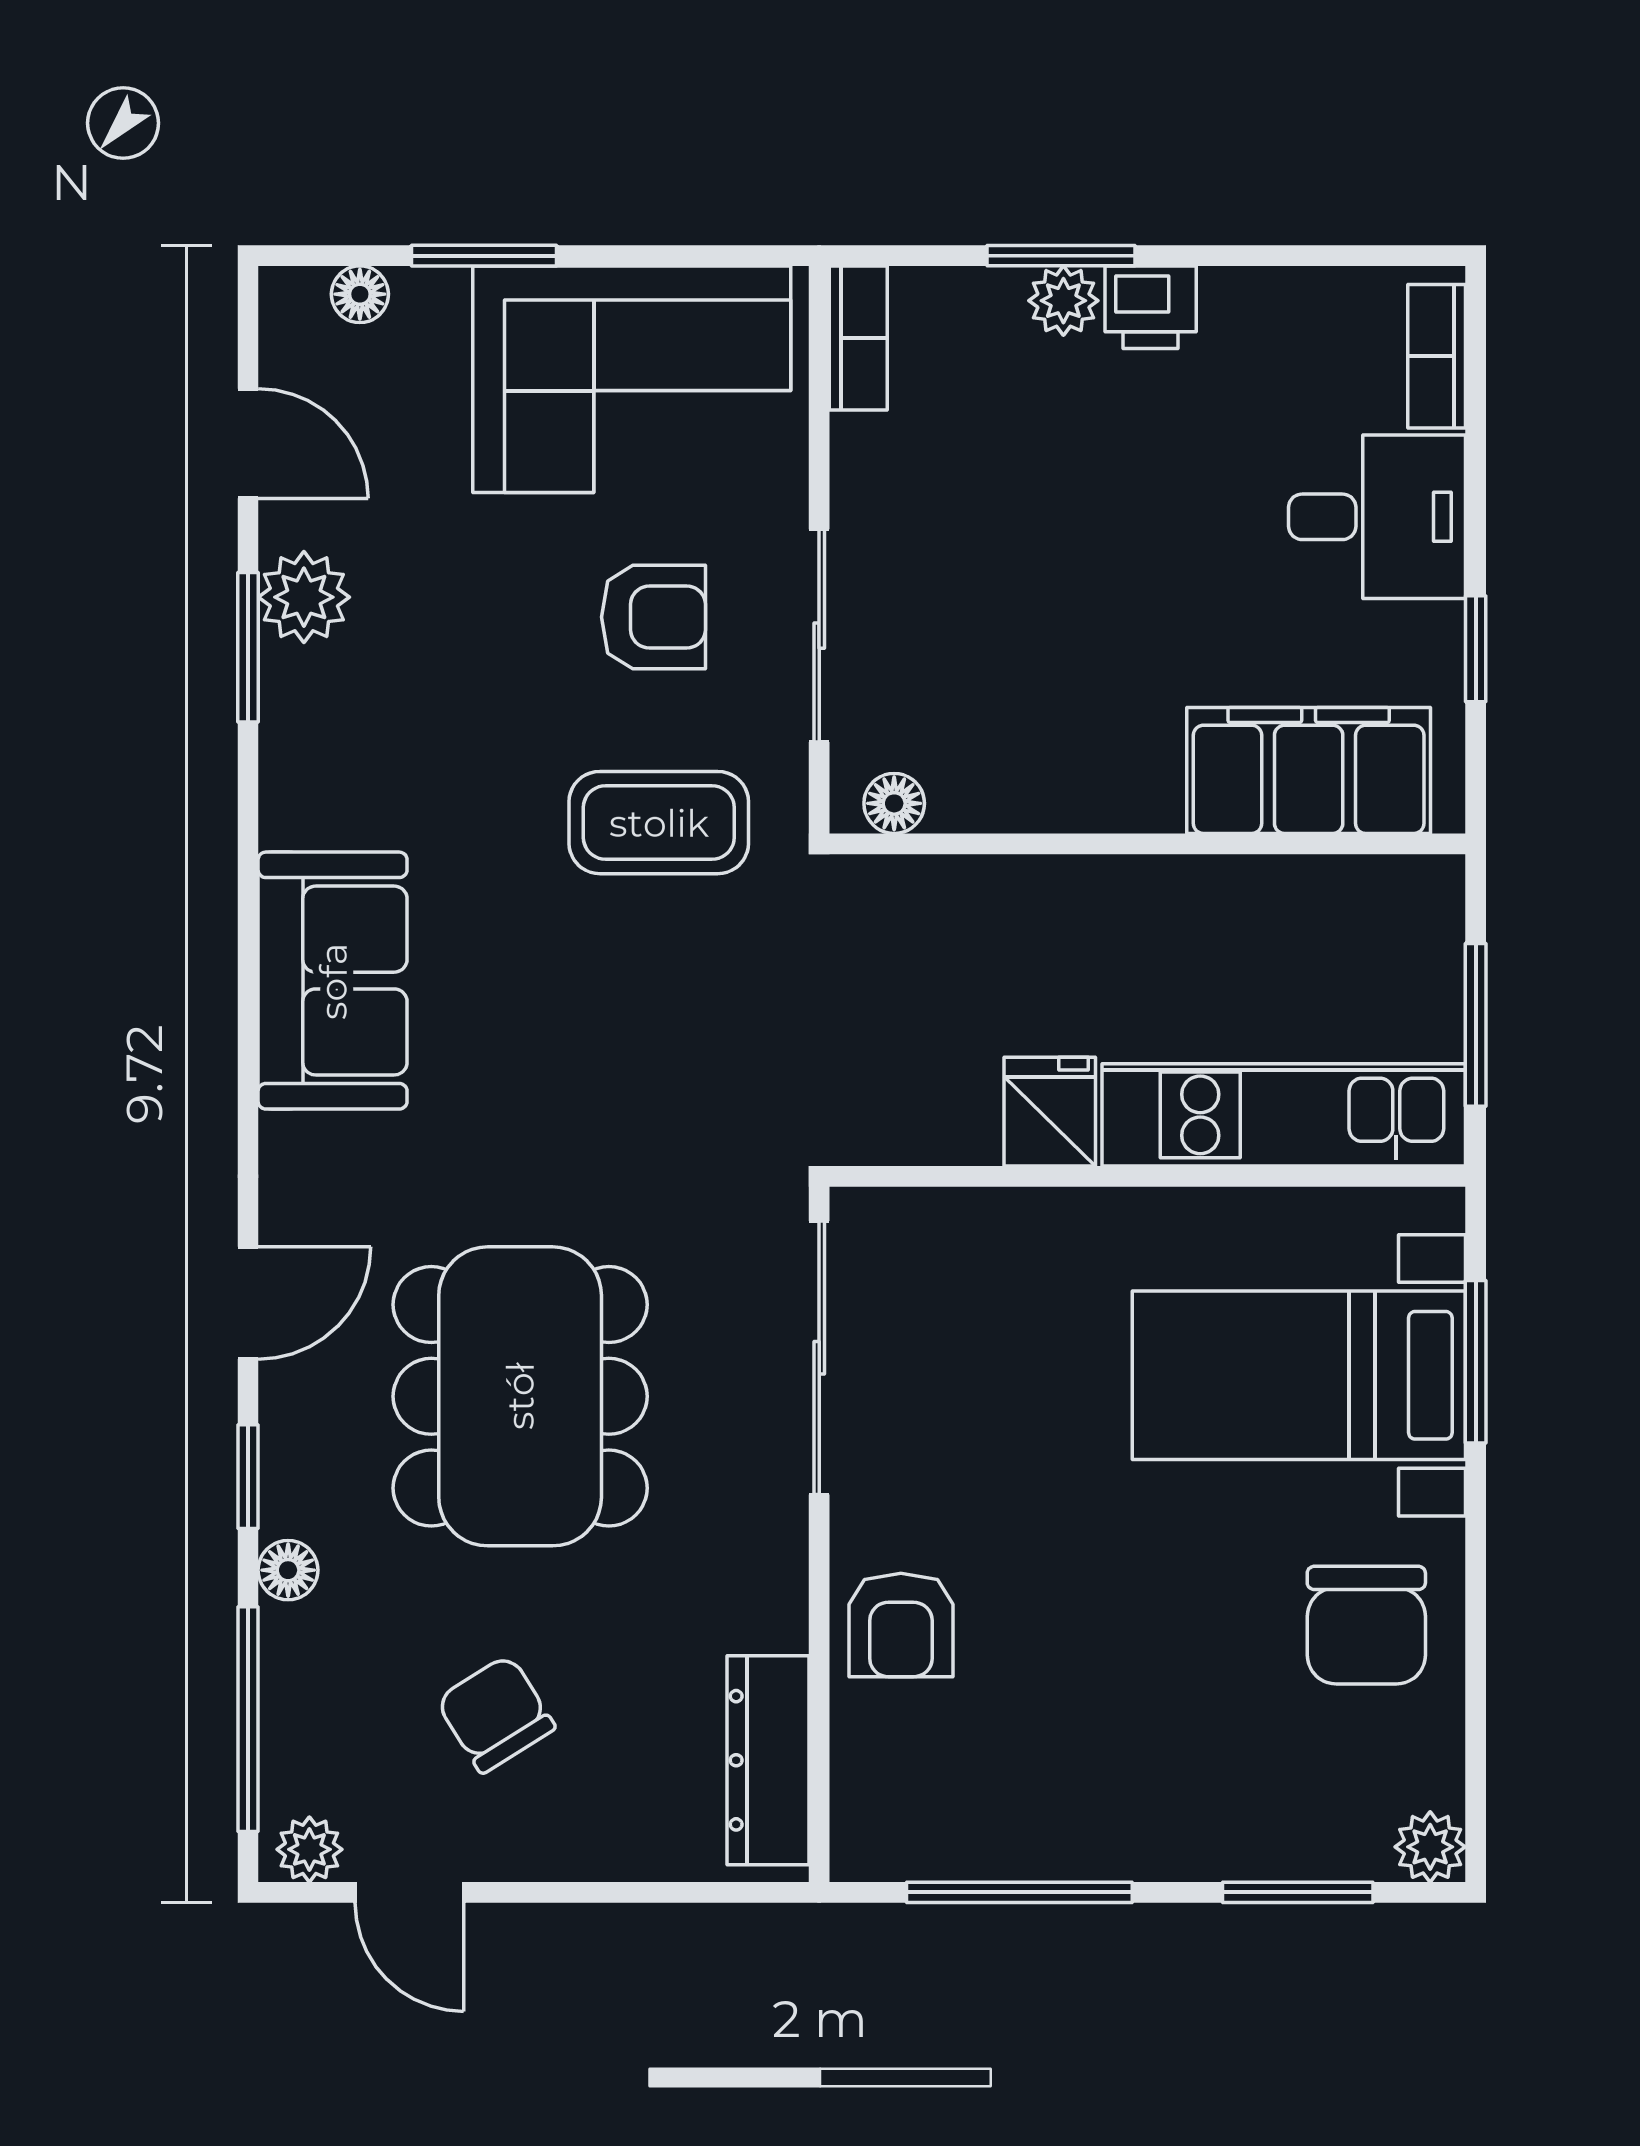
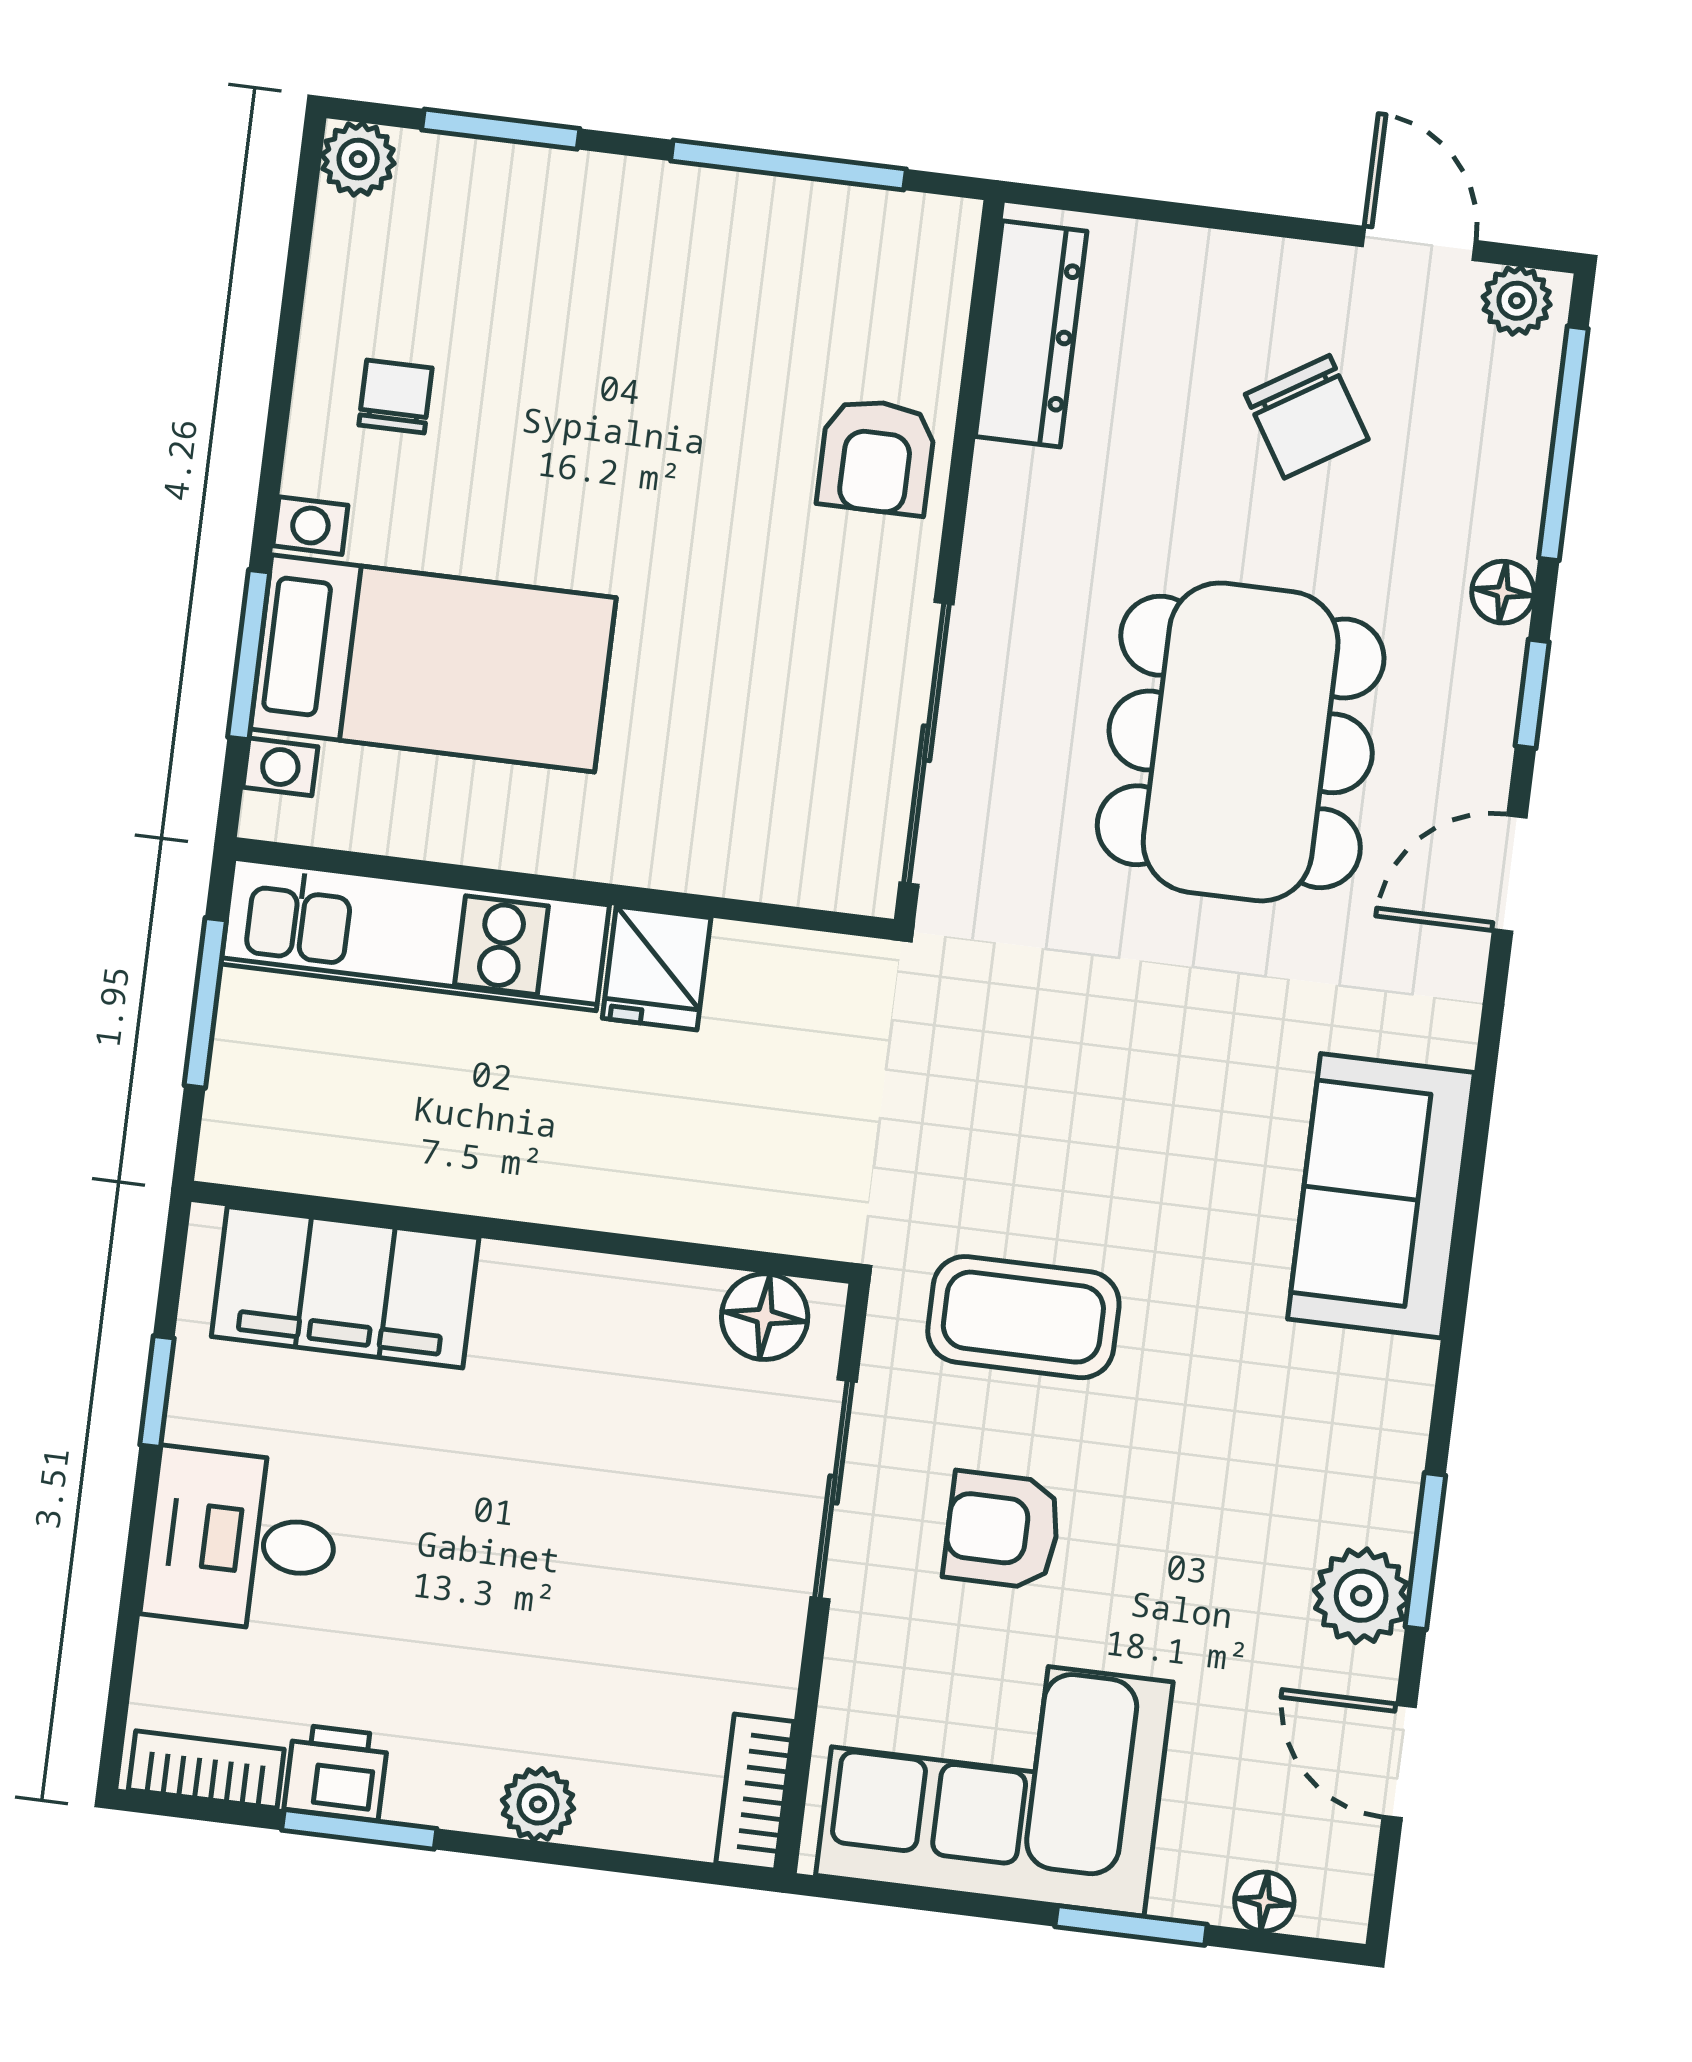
window: (1061, 256) -> (359, 1829), moved
printer: (1151, 307) -> (336, 1772), moved
bookcase: (1437, 356) -> (206, 1769), moved, turned -90
floor lamp: (894, 803) -> (765, 1317), width x1.37, depth x1.37
armchair: (901, 1625) -> (876, 457), turned 180
chair: (1366, 1625) -> (395, 397), width x0.54, depth x0.54

